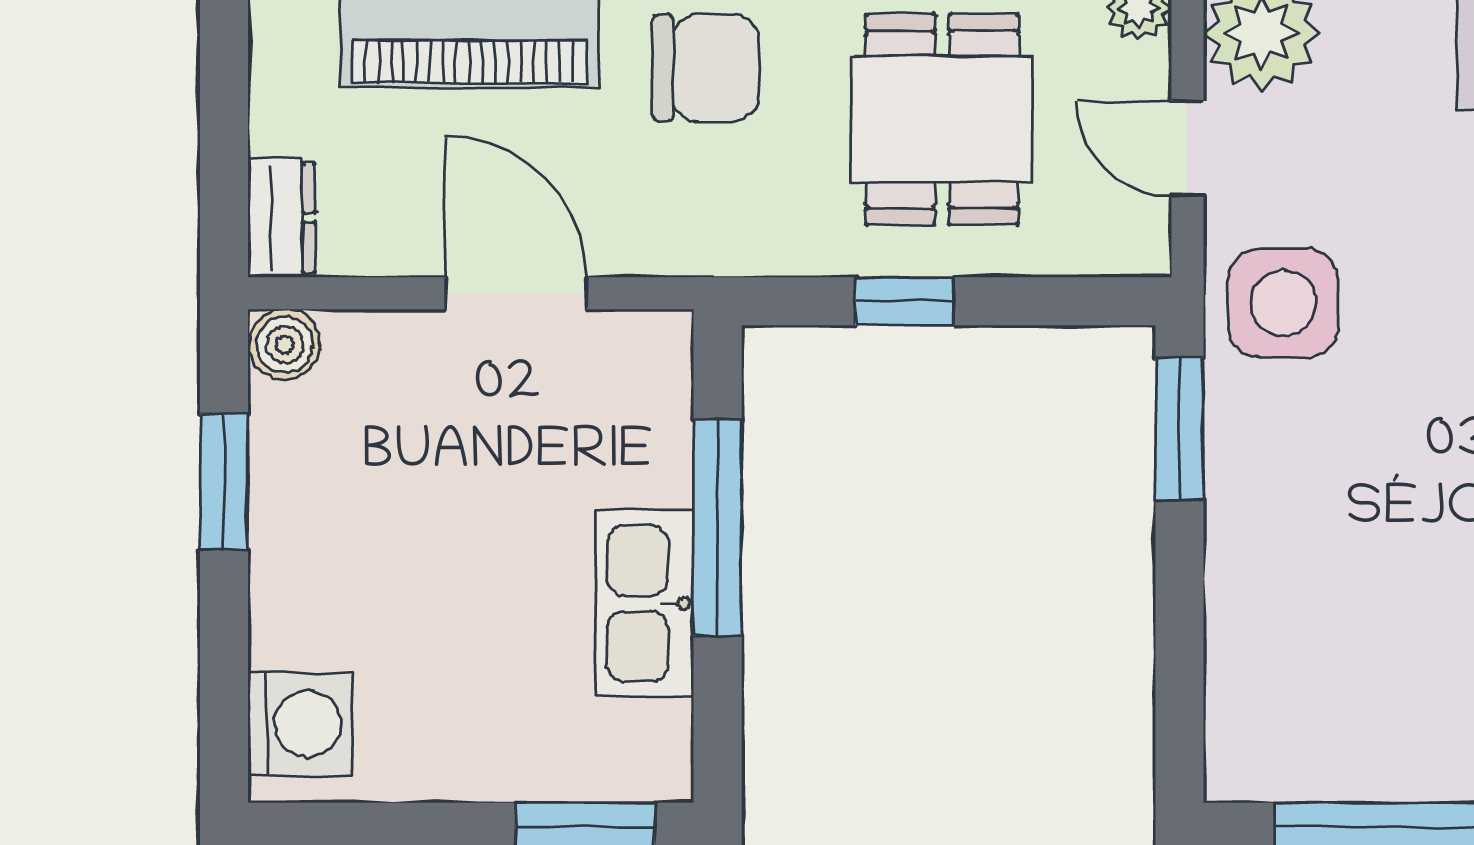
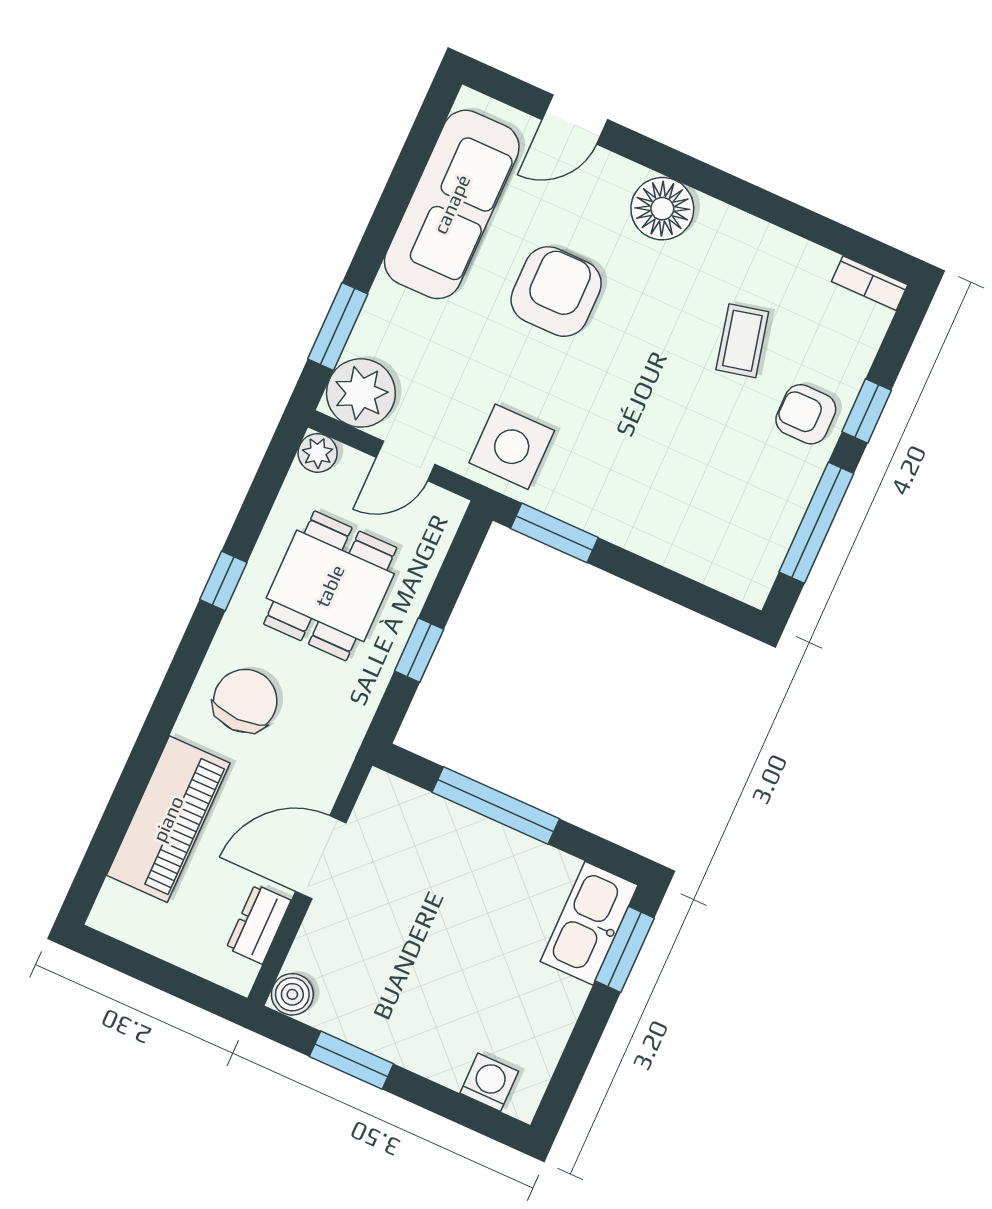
dining table: (942, 119) -> (330, 586), turned 90
dresser: (281, 218) -> (259, 924), moved, turned -90
kitchen sink: (645, 603) -> (589, 923), moved, turned 90
washing machine: (300, 724) -> (489, 1082), width x0.73, depth x0.73

